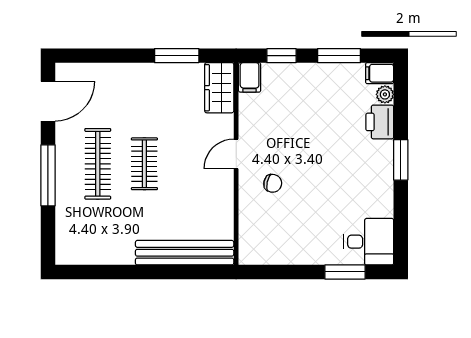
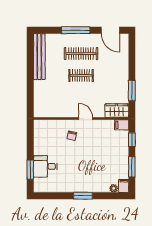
printer: (380, 122) -> (101, 186), removed
desk: (369, 242) -> (45, 166), moved, turned 90
bench: (185, 253) -> (39, 57), moved

